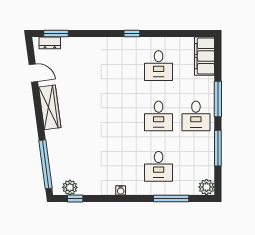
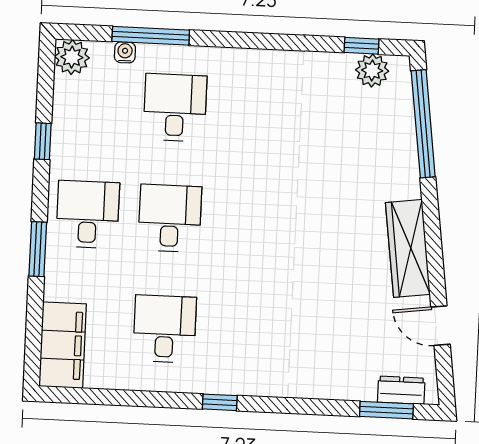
window: (218, 99) -> (38, 249), width x0.69
window: (218, 148) -> (43, 141), width x0.46
water cooler: (121, 190) -> (125, 52), moved

